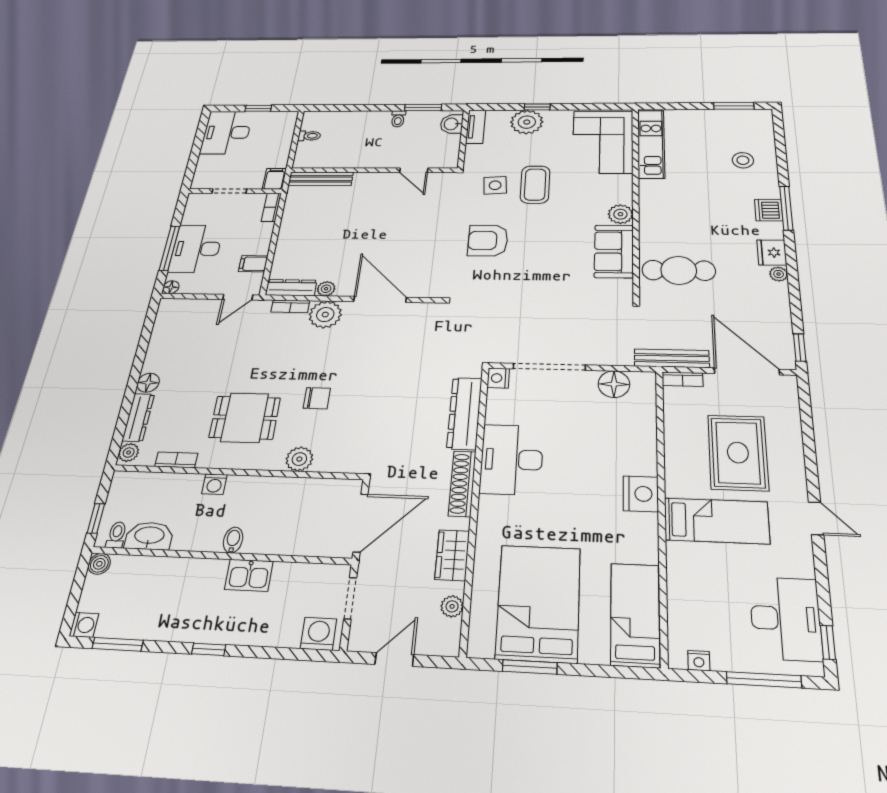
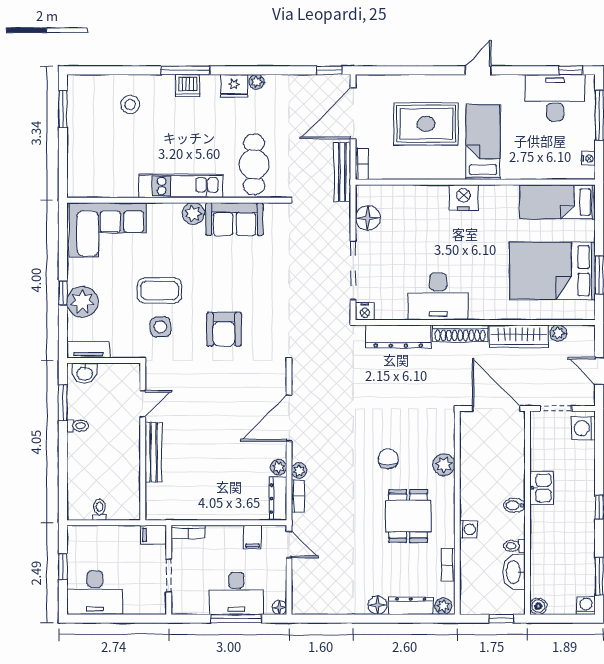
kitchen unit: (651, 144) -> (181, 186), moved
bench: (321, 179) -> (153, 452), moved
plant: (325, 315) -> (299, 471), width x0.53, depth x0.53
toilet: (117, 535) -> (514, 546), moved
wardrobe: (452, 555) -> (519, 336), width x1.50

